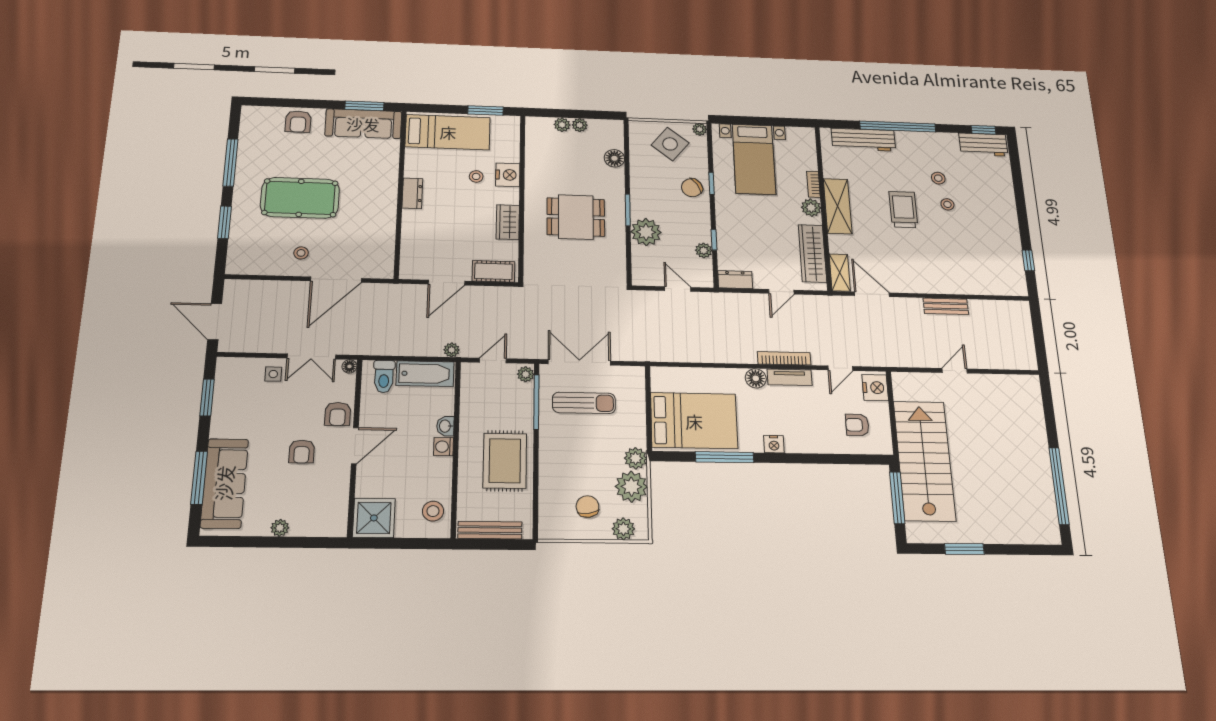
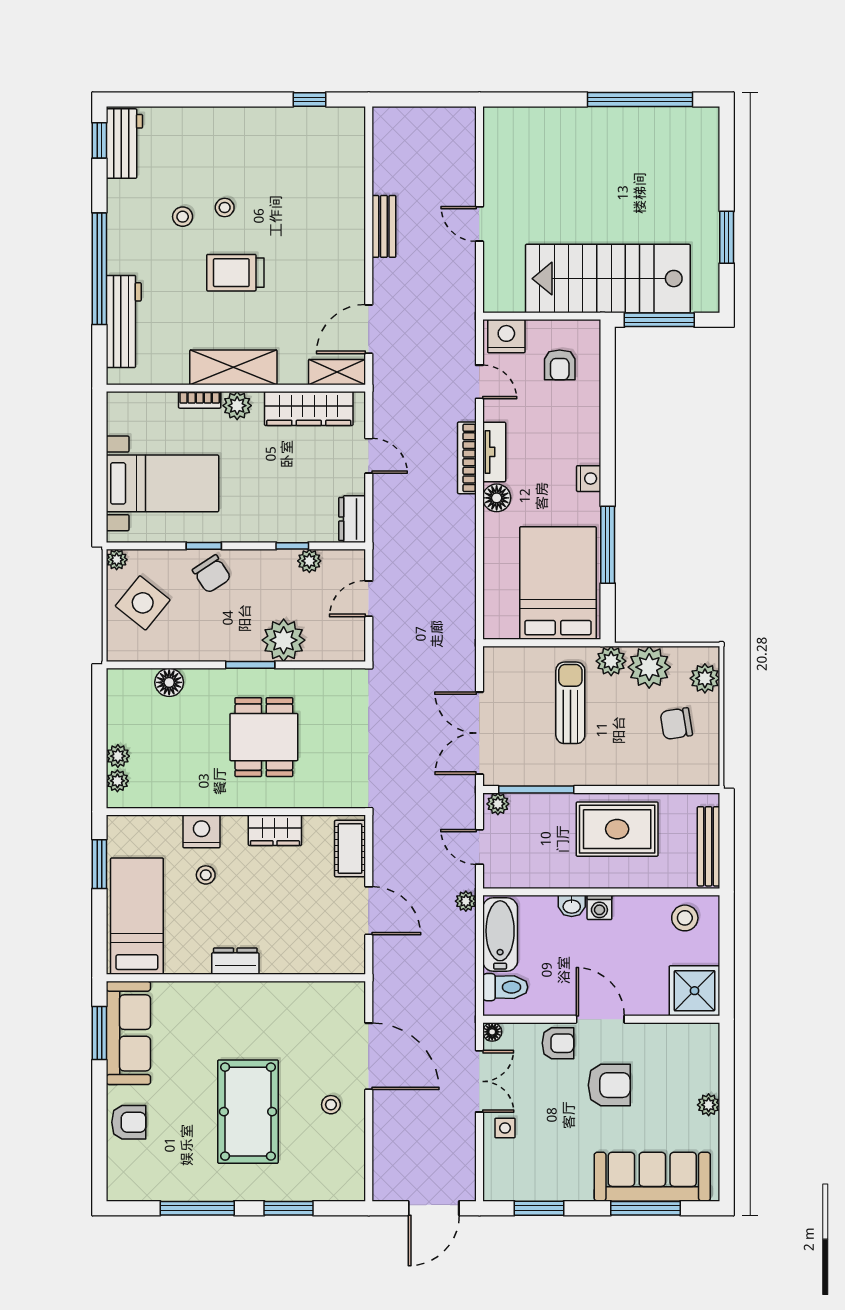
plant: (580, 125) -> (117, 781), moved
sun lounger: (584, 403) -> (570, 703), moved
armchair: (302, 452) -> (609, 1085), width x1.38, depth x1.38

